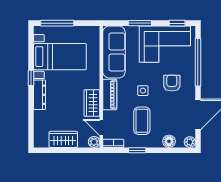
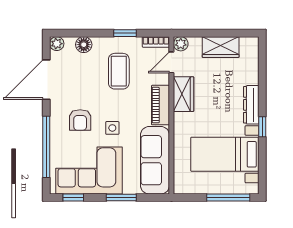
side table: (143, 91) -> (112, 128), moved
door: (101, 128) -> (171, 62), swing flipped

